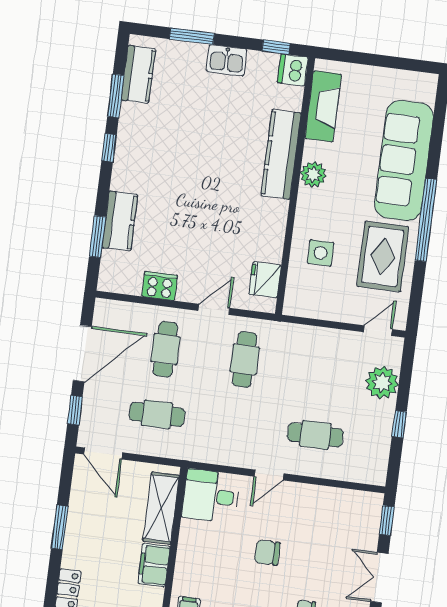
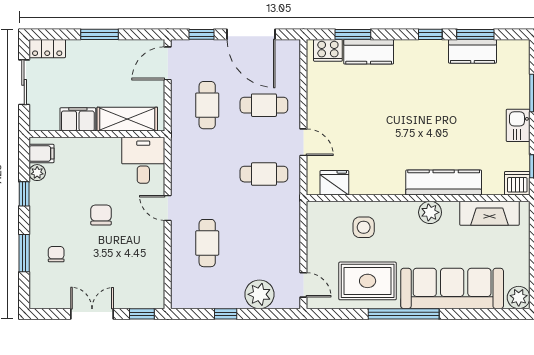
kitchen counter: (138, 74) -> (472, 51), moved
plant: (424, 85) -> (519, 297), added
cooker: (160, 286) -> (328, 50), moved, turned 90

